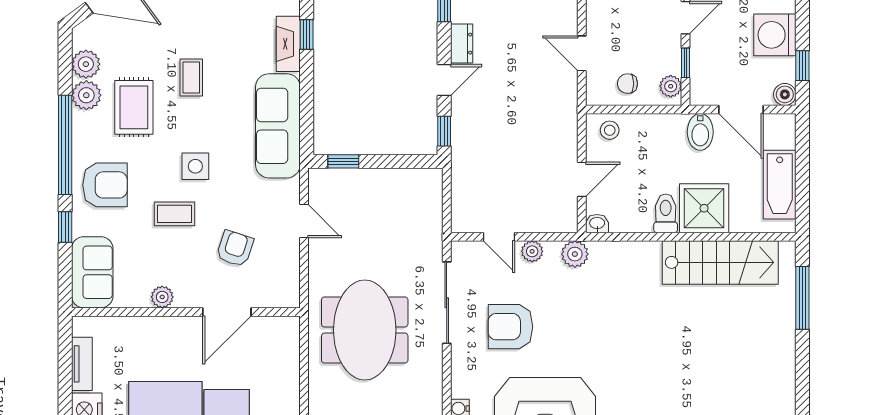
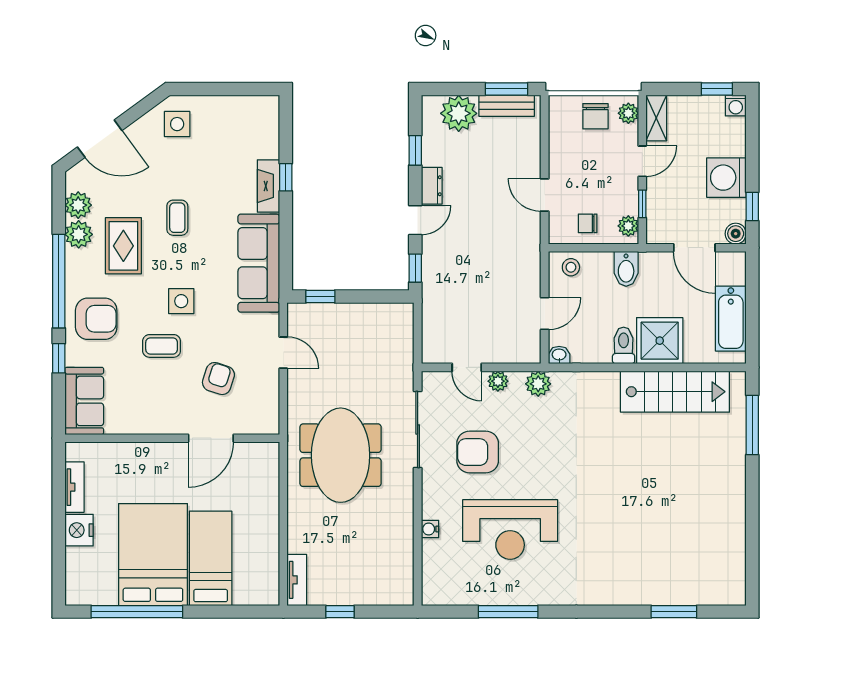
bidet: (700, 132) -> (626, 269), moved
plant: (162, 297) -> (150, 424), removed

